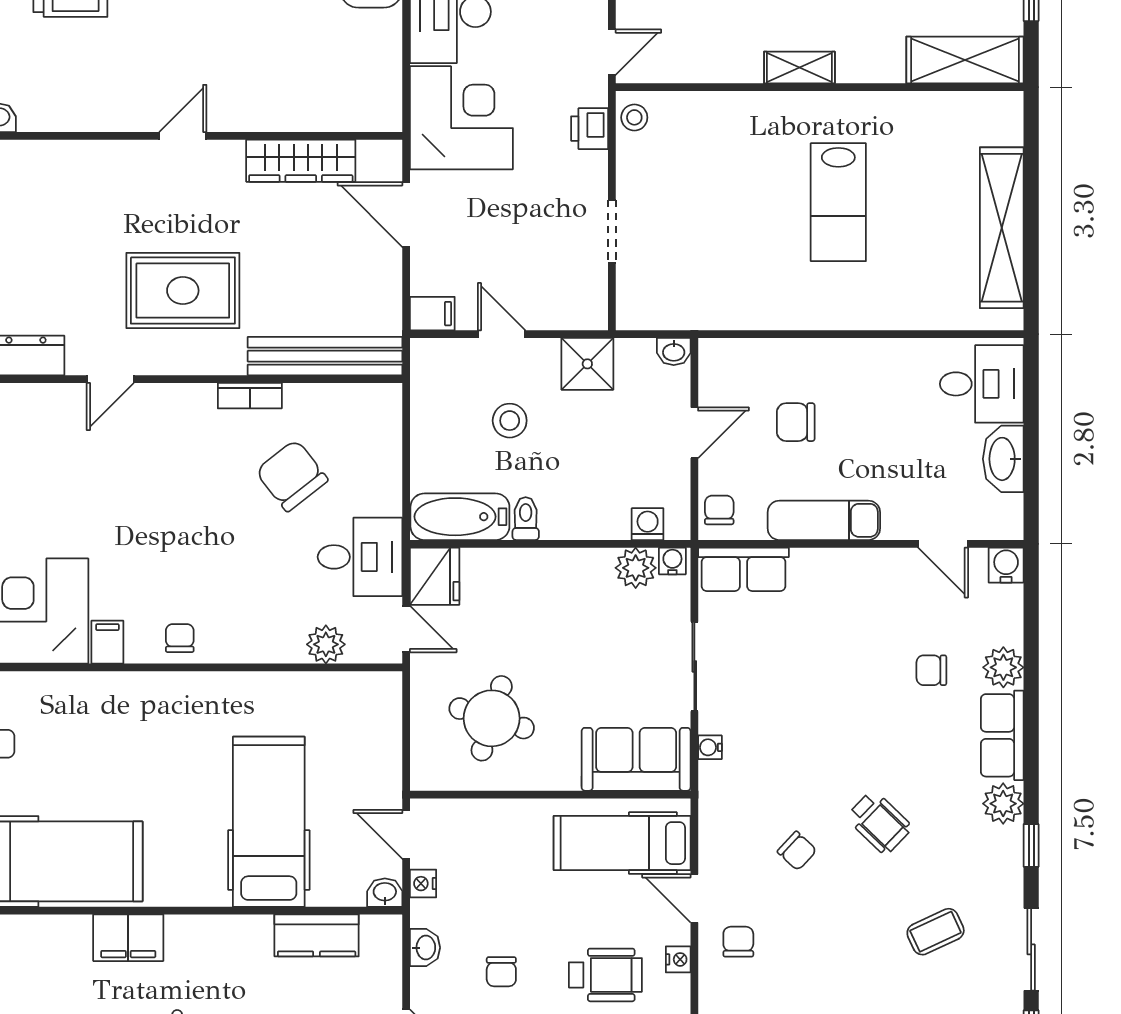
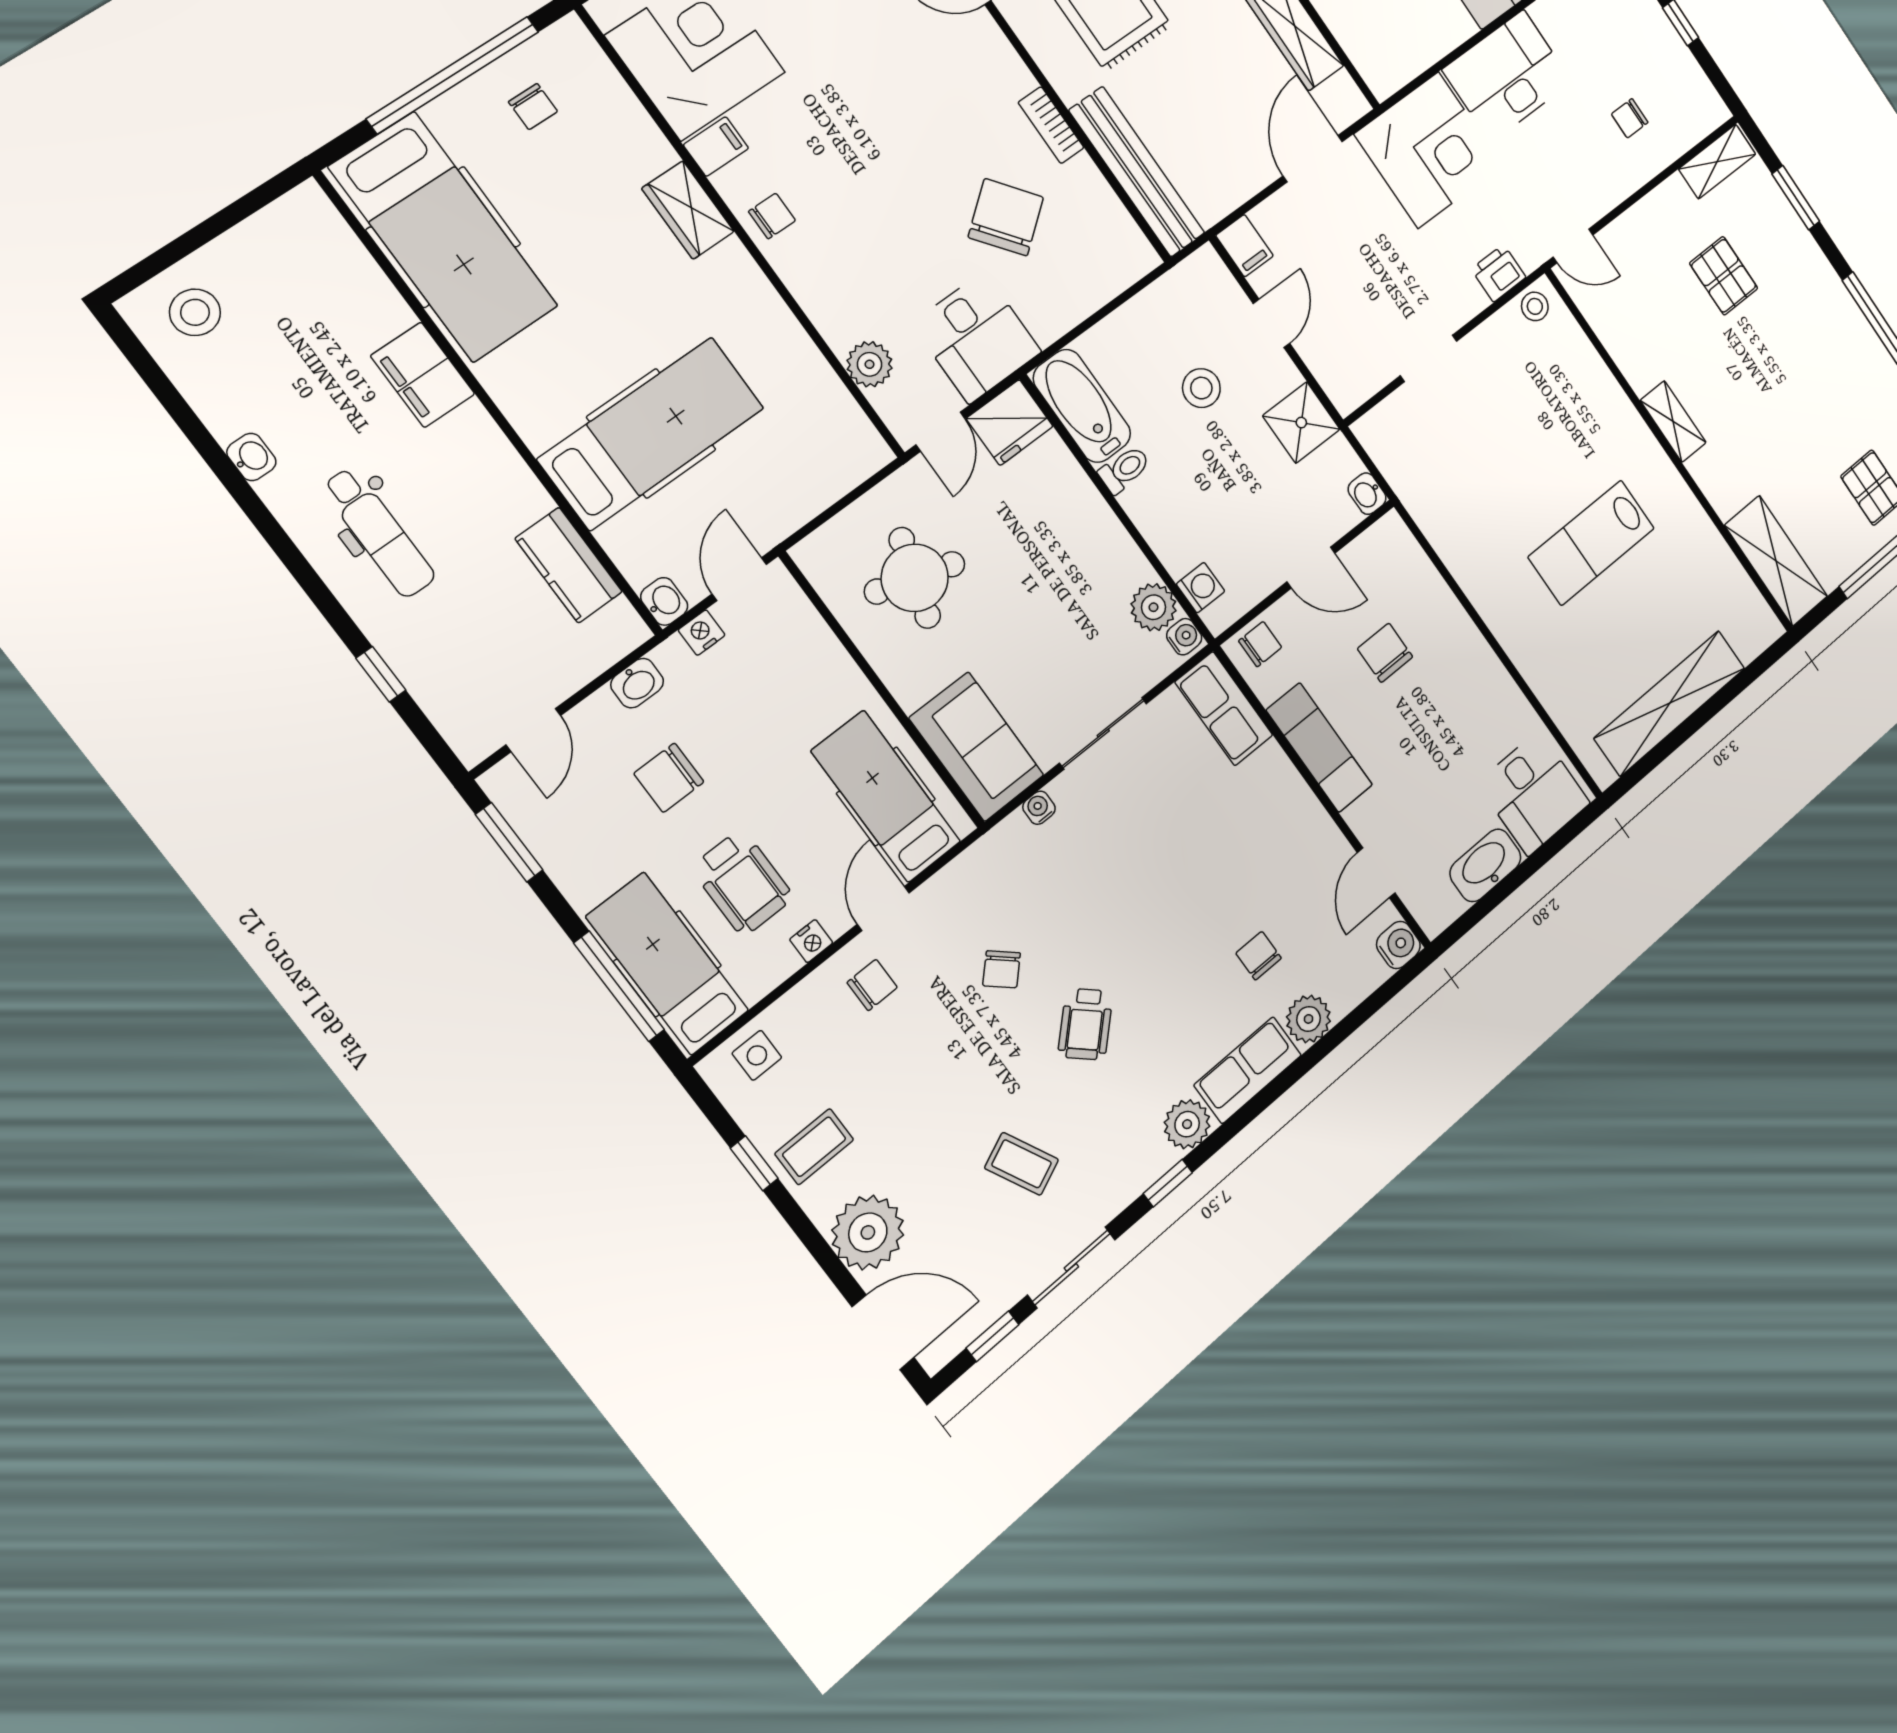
wardrobe: (137, 692) -> (688, 210), added
chair: (501, 972) -> (669, 778), width x1.37, depth x1.37

